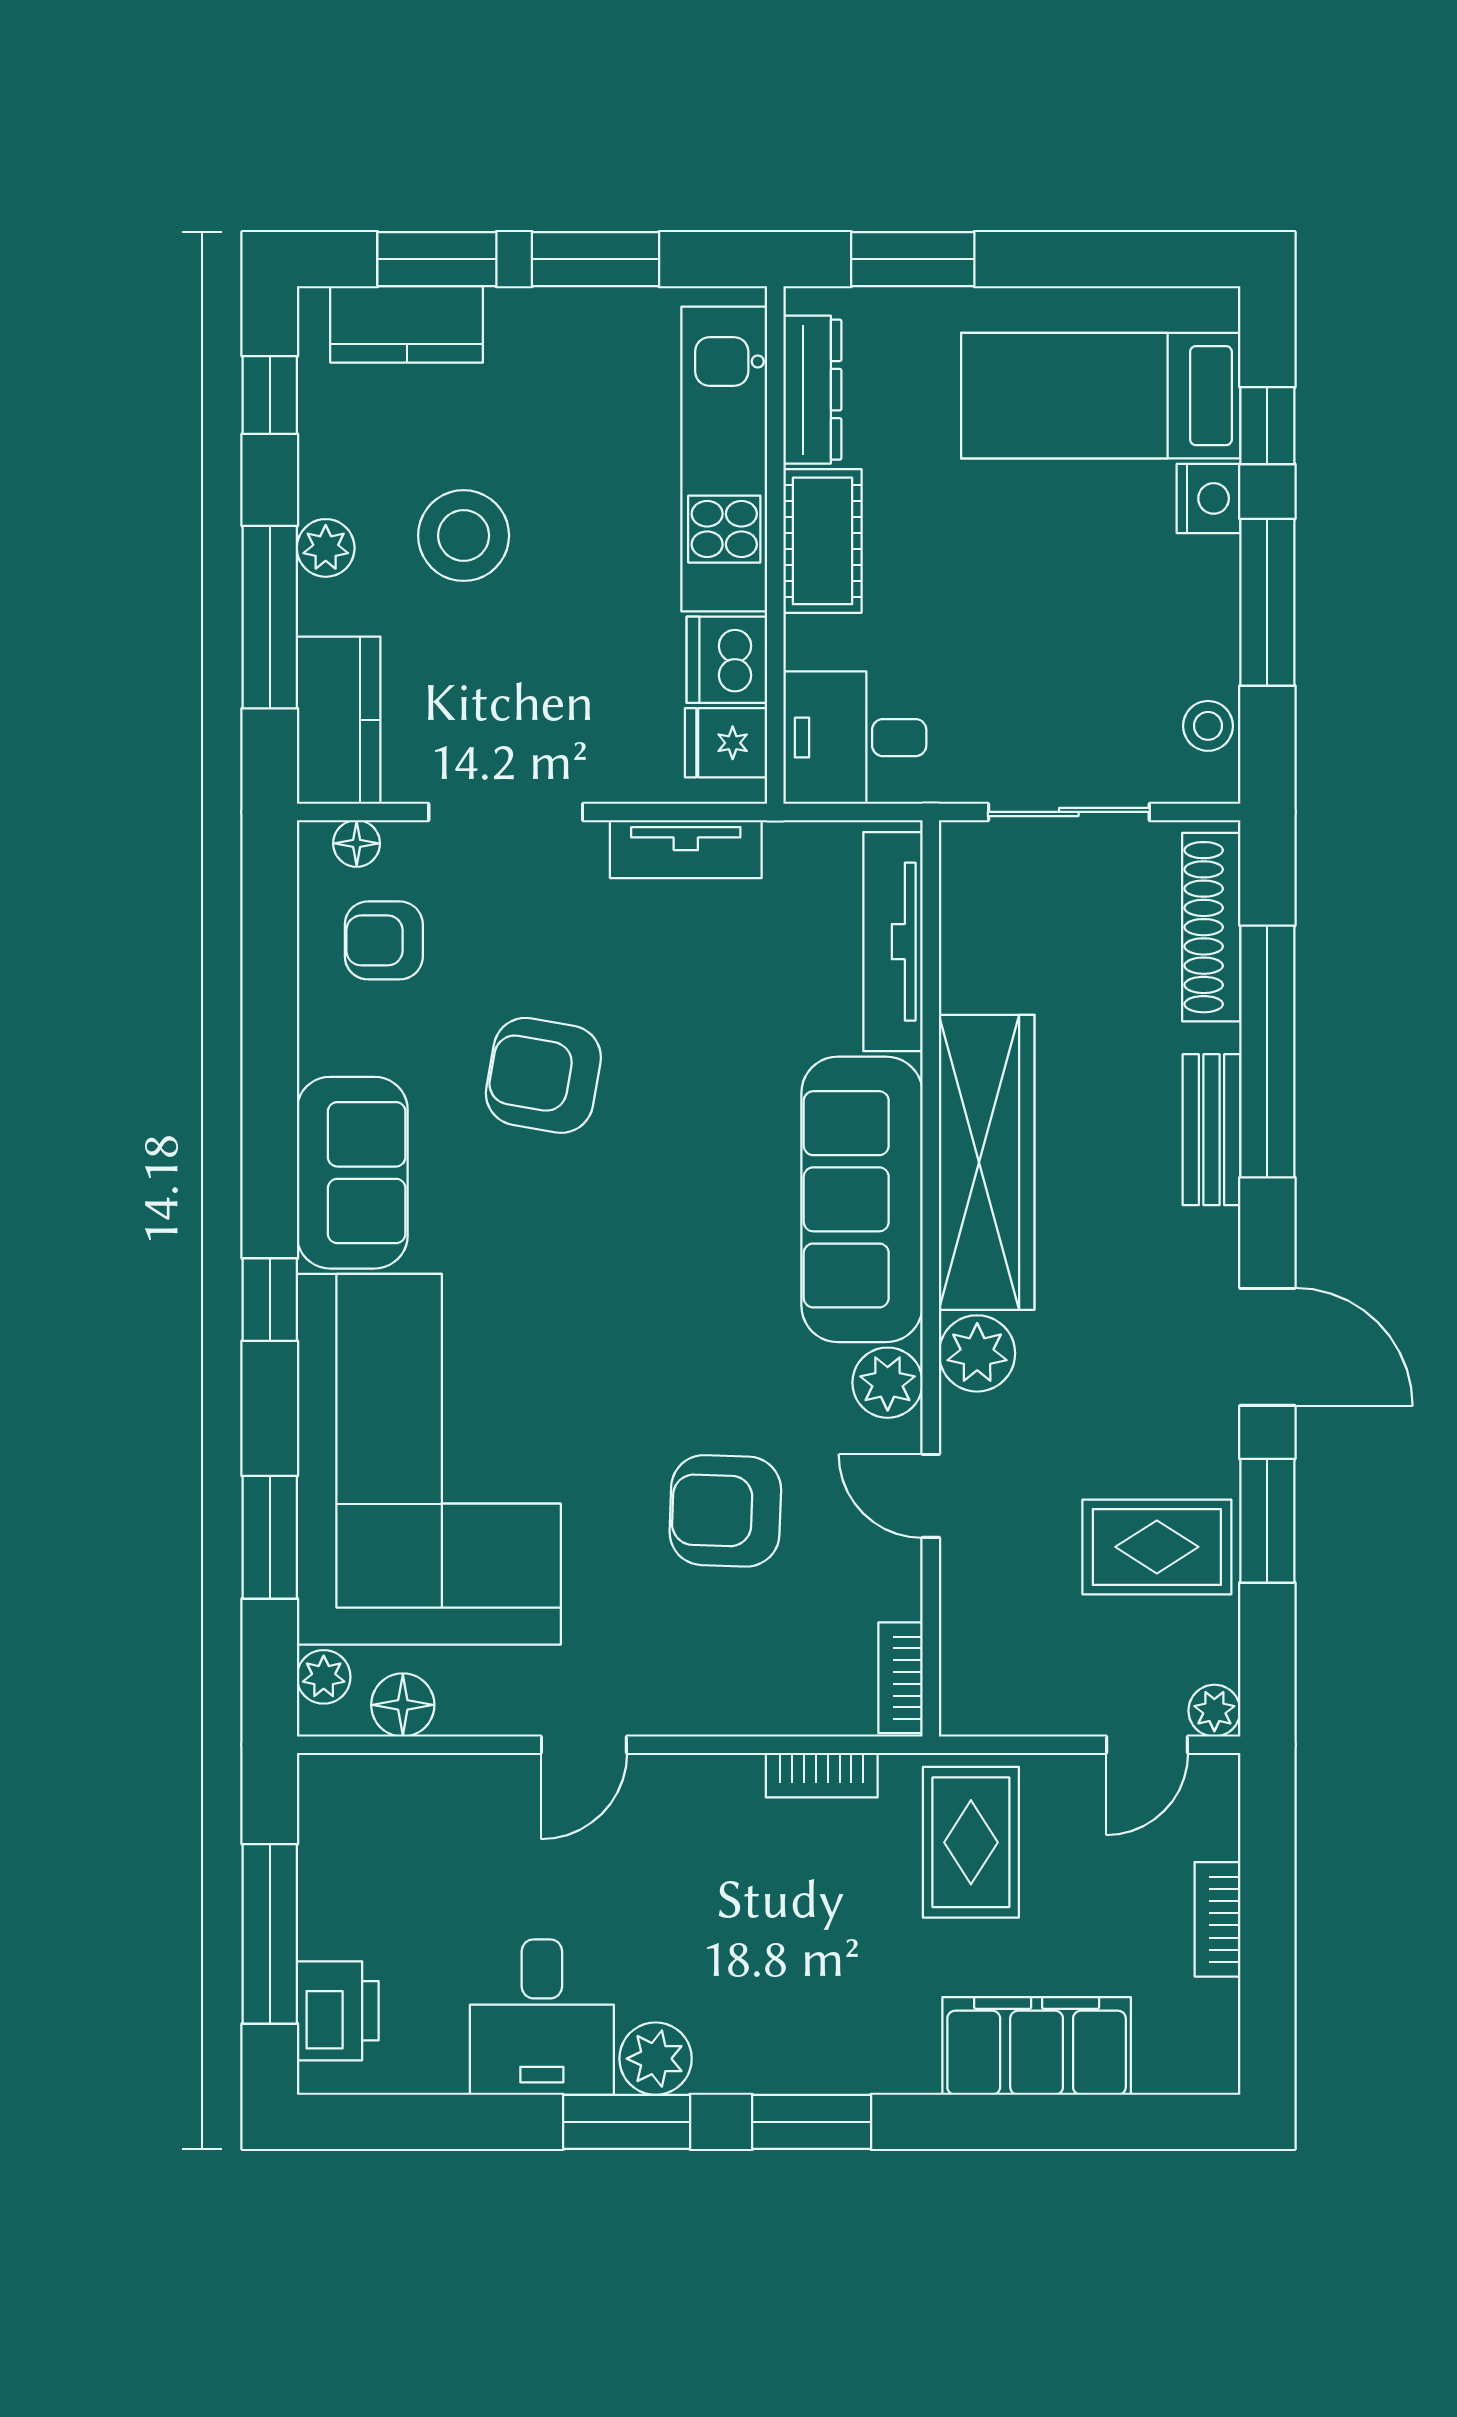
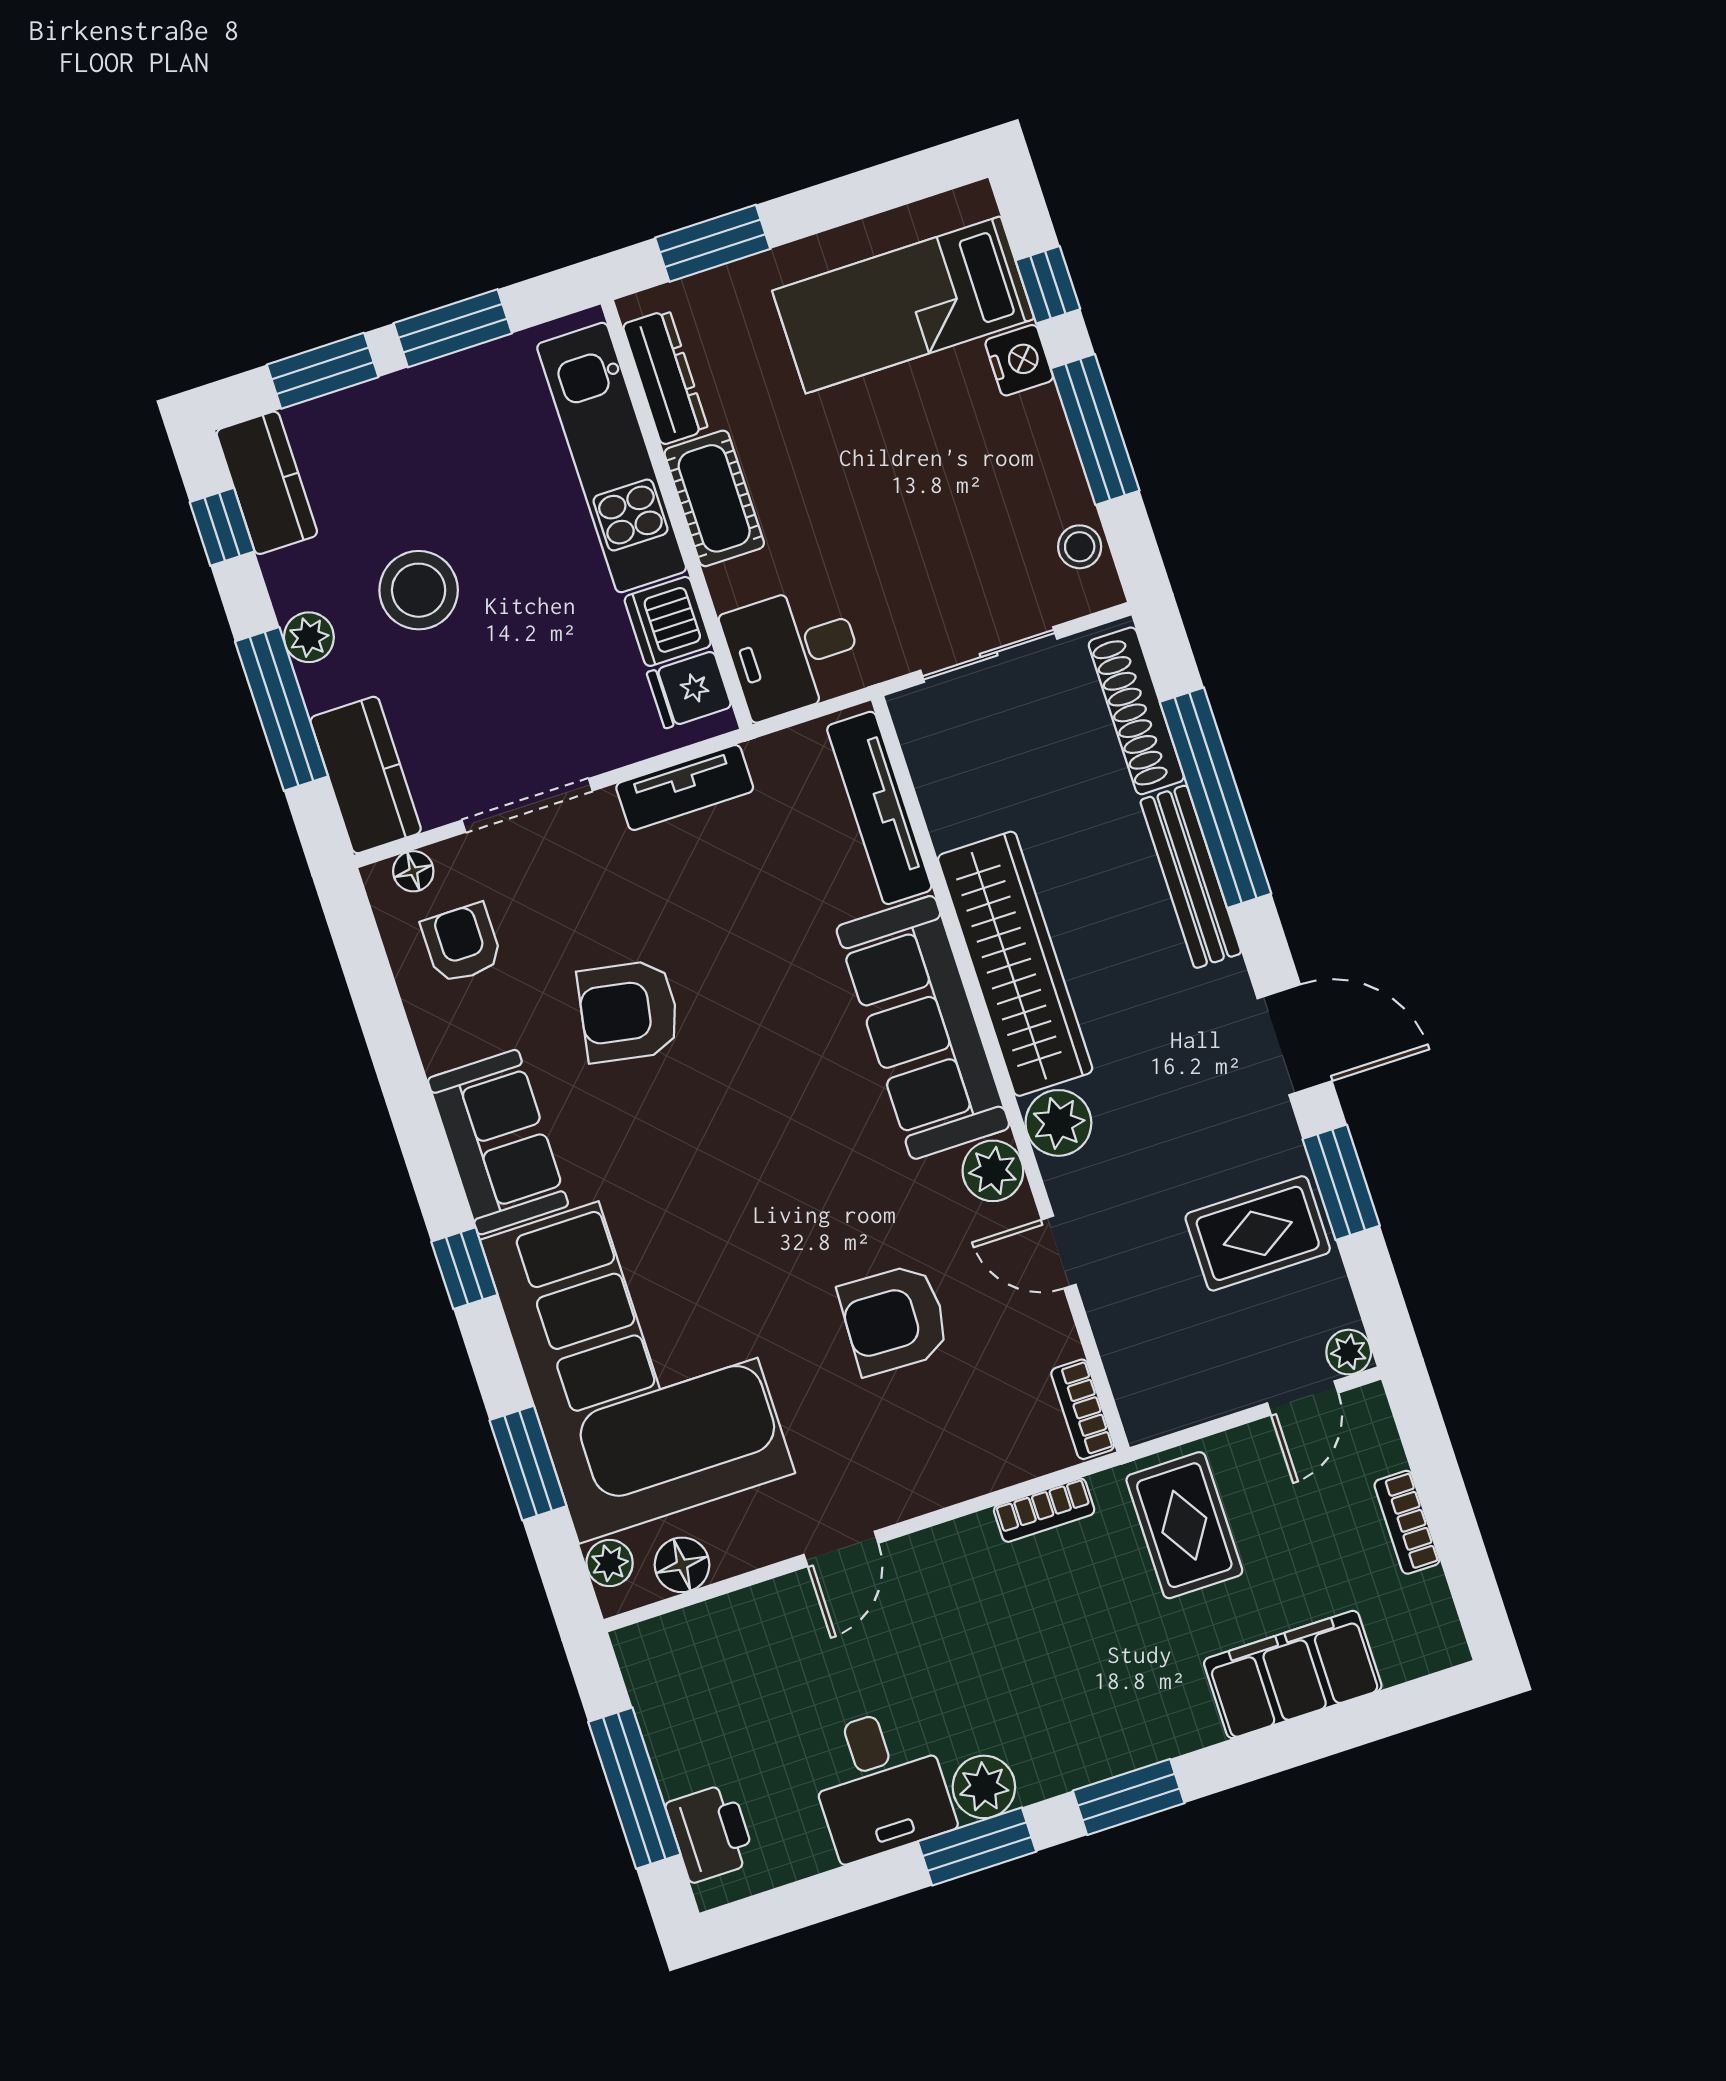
kitchen counter: (407, 324) -> (267, 483), moved, turned -90
armchair: (384, 940) -> (462, 943), turned 90
bench: (1211, 1130) -> (1191, 877), width x1.36

